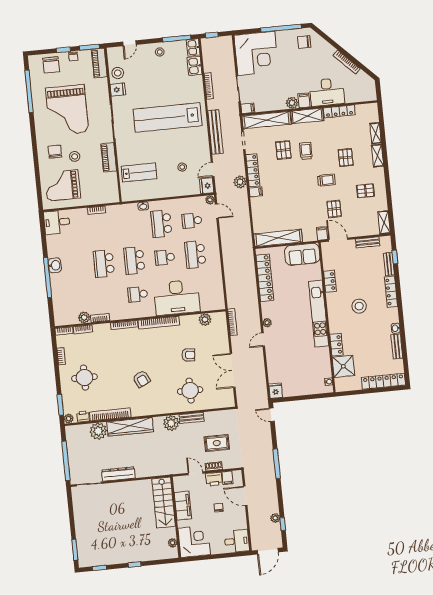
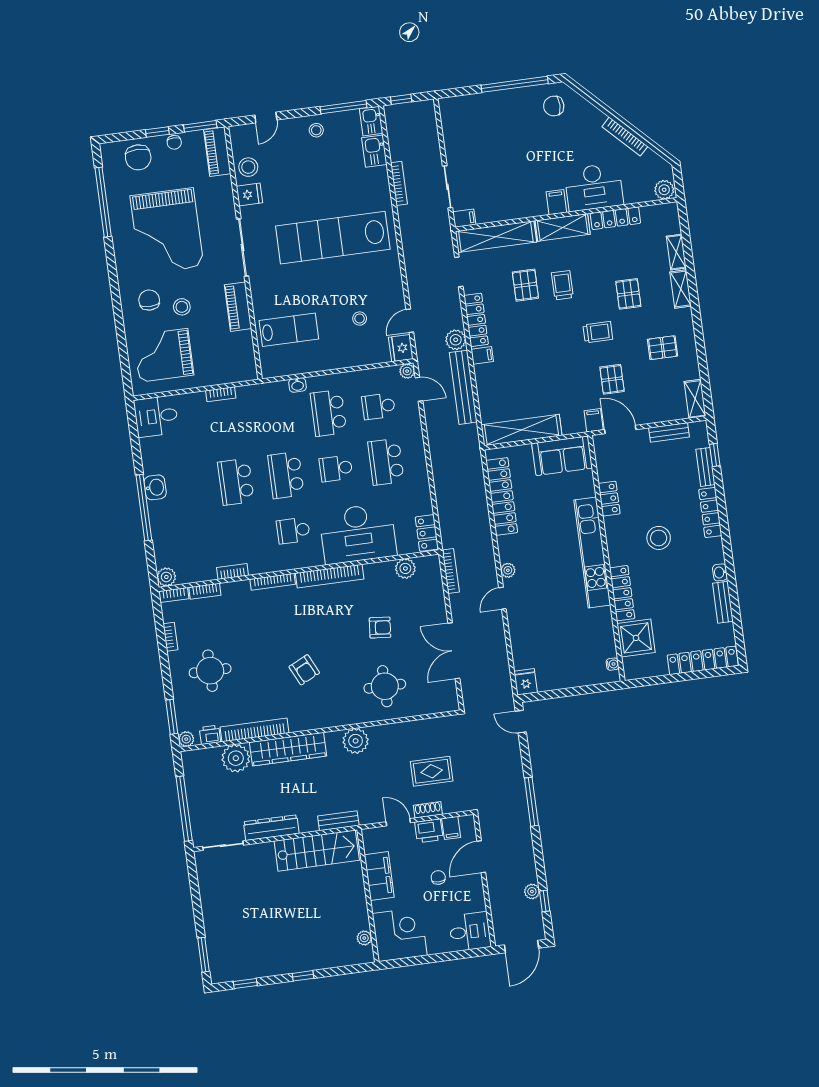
corner desk: (256, 53) -> (475, 127), removed
plant: (292, 103) -> (664, 190), moved
bench: (215, 132) -> (463, 387), moved
locker: (219, 298) -> (427, 533), added
plant: (84, 317) -> (166, 577), moved
locker: (336, 345) -> (622, 593), width x1.53
bench: (192, 418) -> (338, 821), moved
door: (245, 496) -> (481, 857), hinge flipped
stairs: (164, 503) -> (317, 851), moved, turned -90

